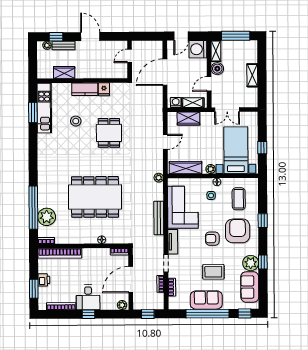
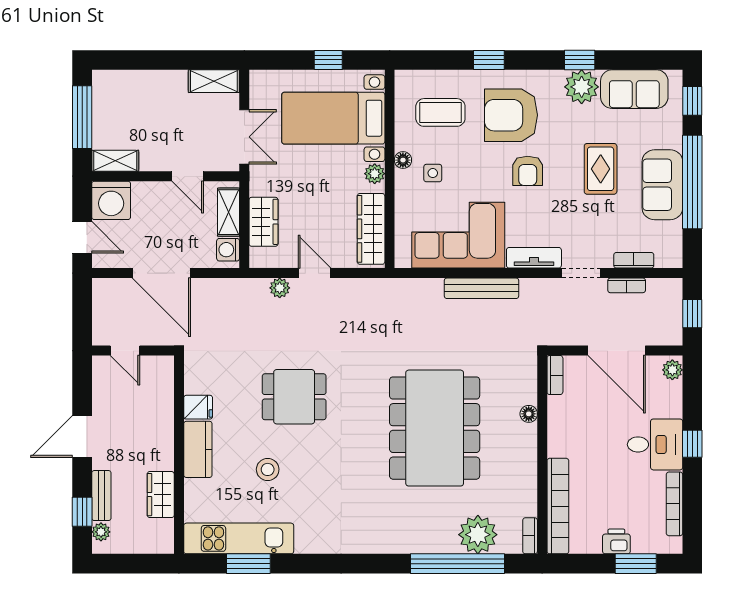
boiler: (217, 69) -> (154, 158), removed
shelving: (252, 75) -> (214, 81), moved
plant: (159, 178) -> (280, 288), moved

